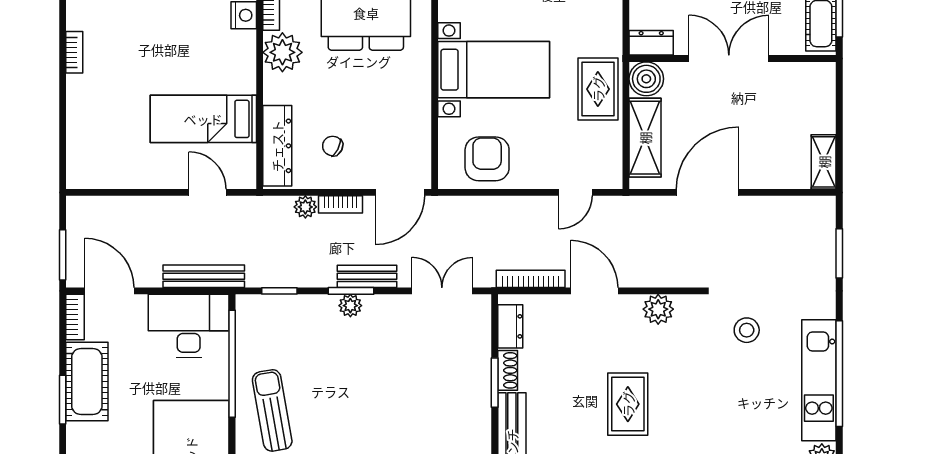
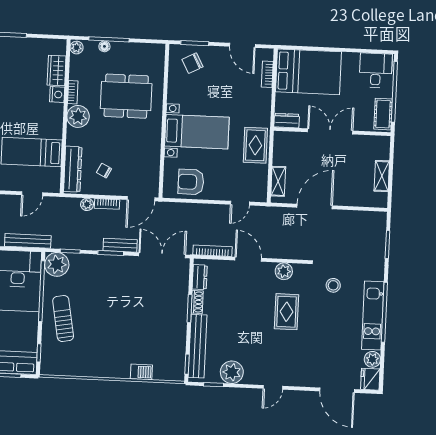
boiler: (646, 79) -> (283, 141), removed
shelving: (645, 138) -> (278, 181), width x0.67, depth x0.75
armchair: (487, 159) -> (191, 182), turned -90
shelving: (824, 162) -> (382, 176), moved
door: (208, 192) -> (32, 194), swing flipped
double door: (442, 291) -> (162, 255), width x1.37
plant: (350, 306) -> (57, 264), moved, width x1.88, depth x1.88
rug: (628, 404) -> (287, 312), moved

